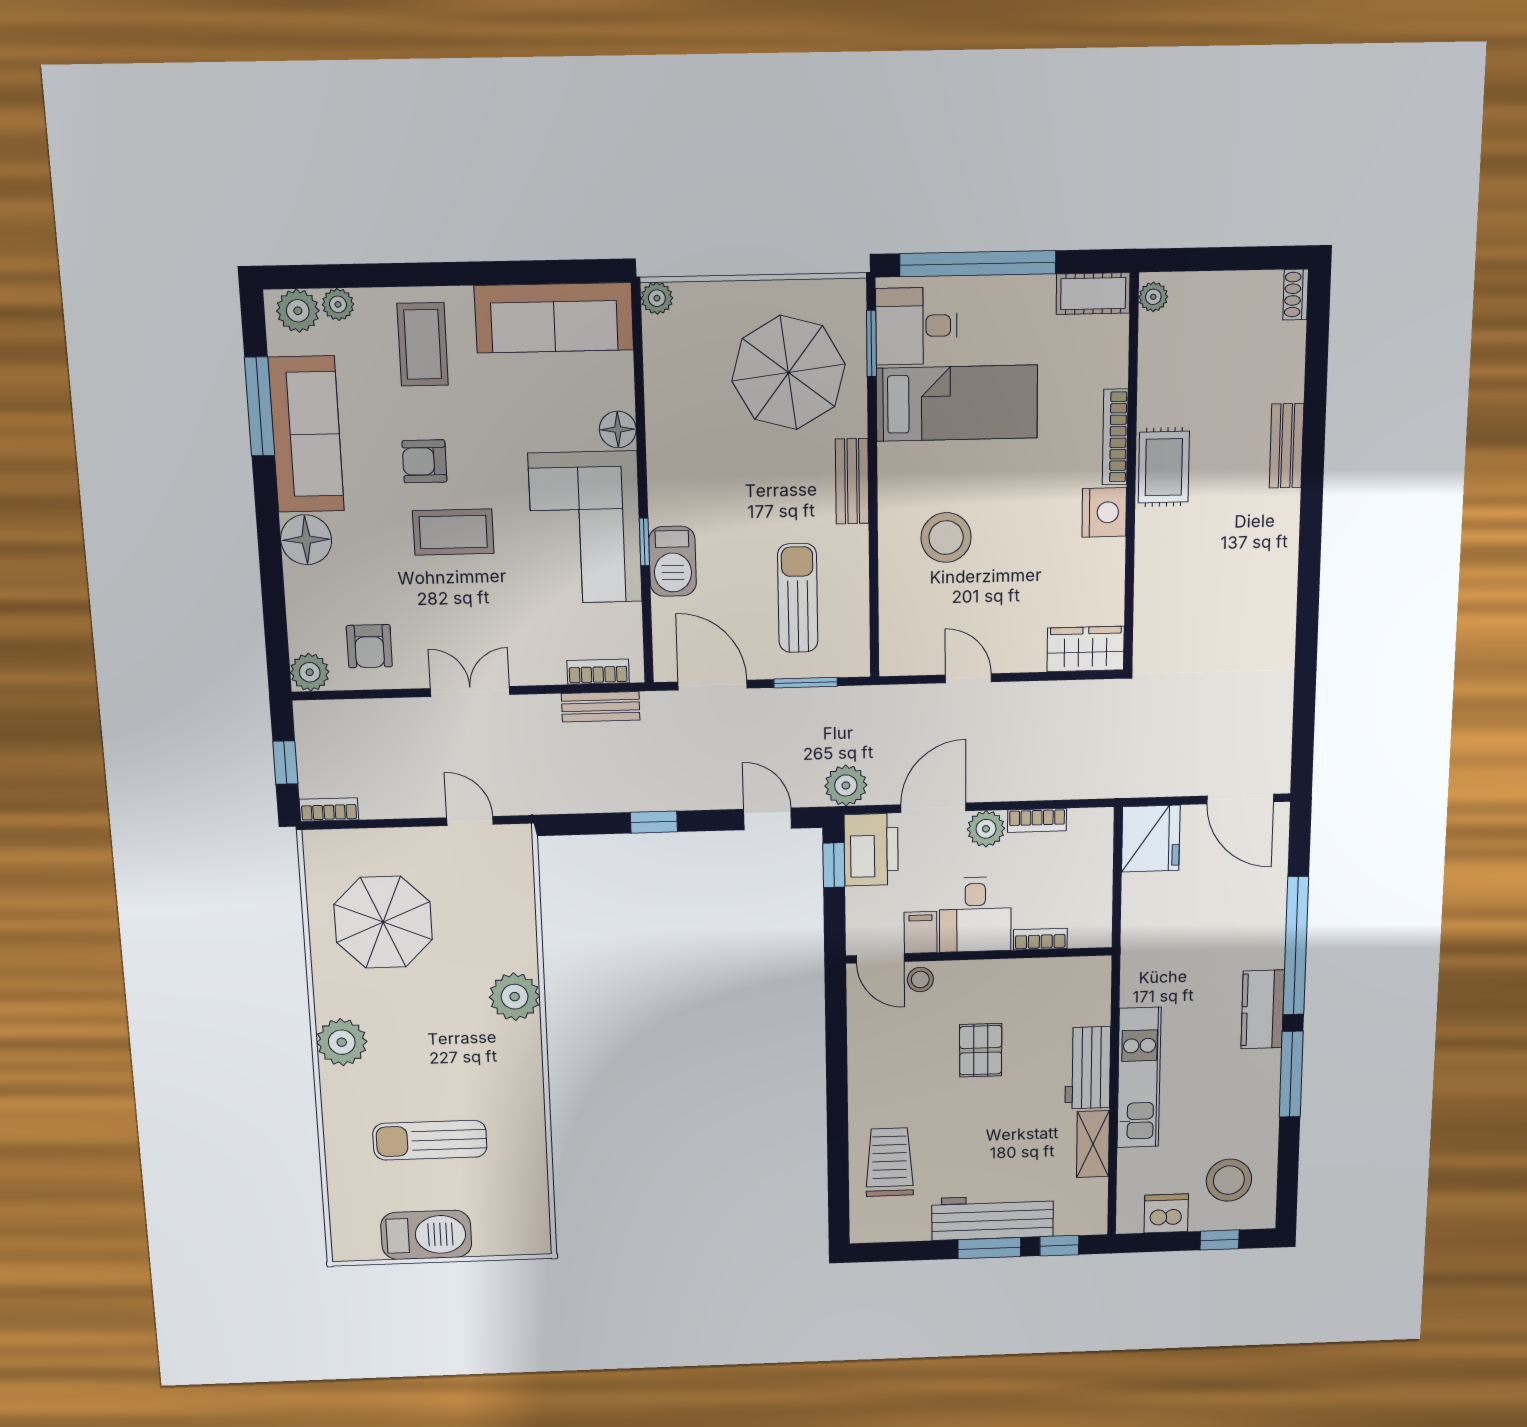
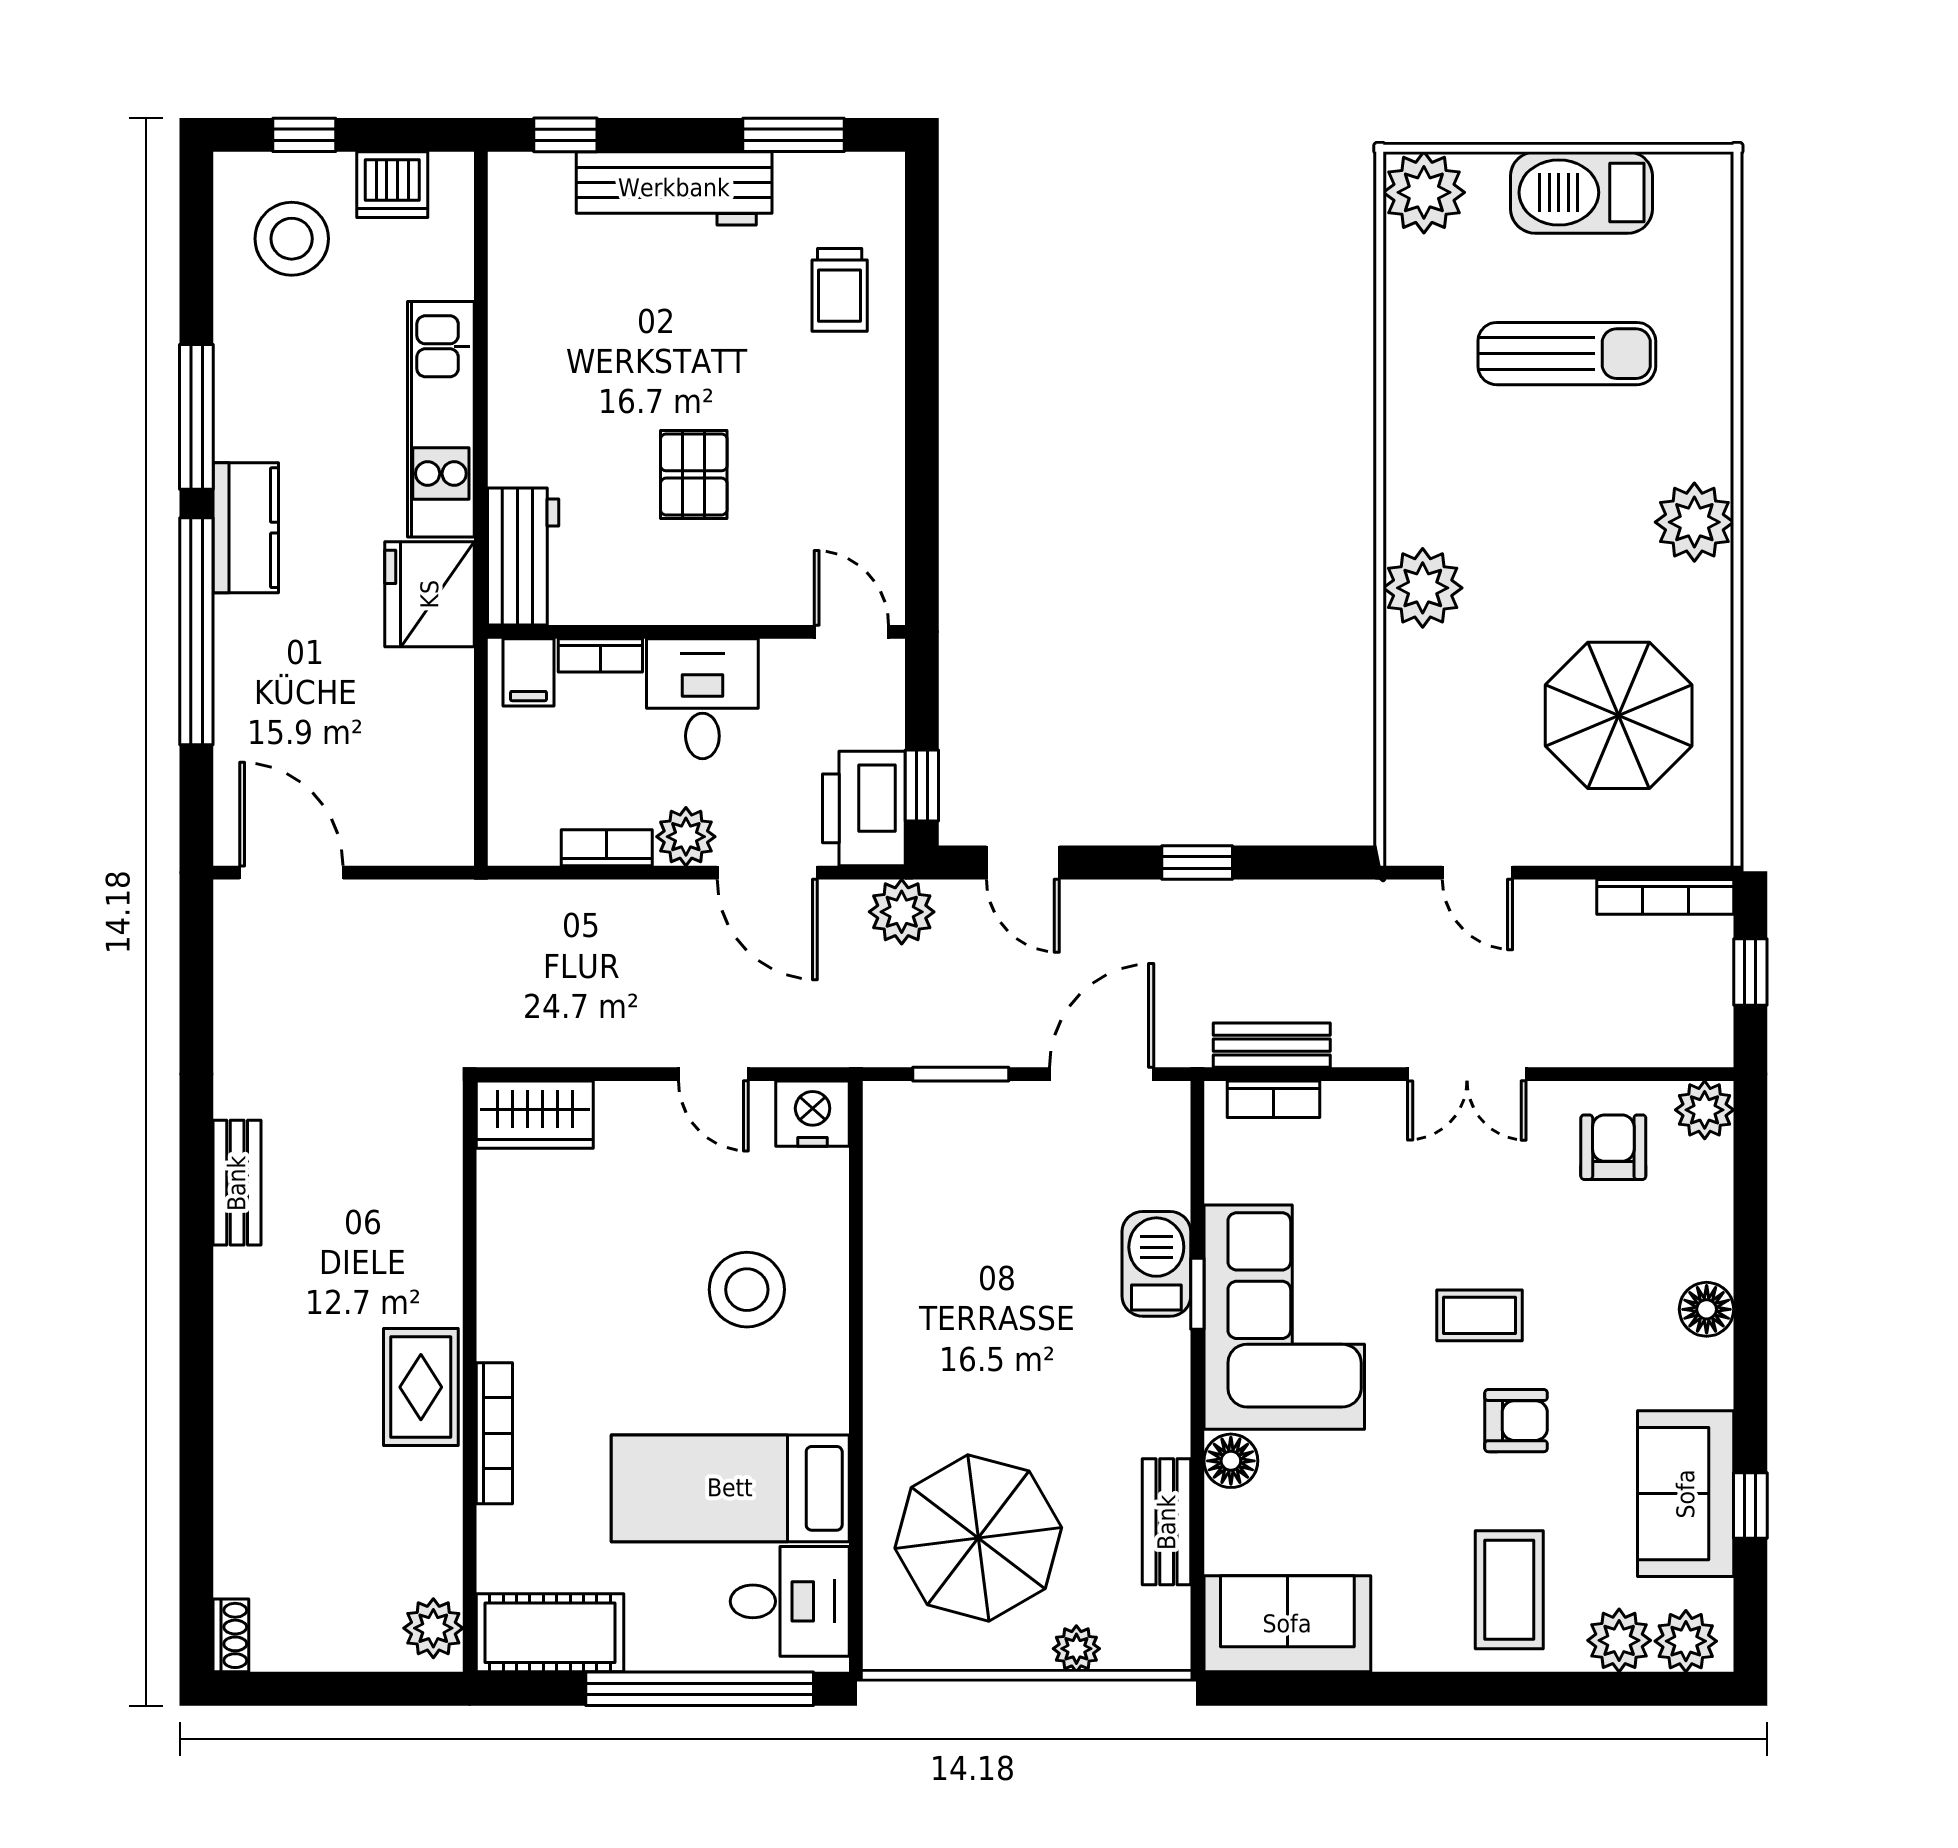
cot: (1093, 294) -> (550, 1633), width x1.37, depth x1.34
plant: (1153, 297) -> (433, 1628), width x1.38, depth x1.38
plant: (657, 298) -> (1076, 1649), moved
plant: (338, 304) -> (1619, 1640), width x1.38, depth x1.38
sofa: (554, 318) -> (1287, 1624), width x0.73
window: (871, 344) -> (856, 1577), removed
window: (260, 406) -> (1750, 1506), width x0.46
sofa: (306, 434) -> (1686, 1494), width x0.73
bench: (1286, 446) -> (237, 1183), moved
bench: (852, 481) -> (1167, 1522), moved
nightstand: (1104, 512) -> (813, 1114), moved, turned 90
coffee table: (453, 532) -> (1479, 1315), width x0.73, depth x0.77
floor lamp: (306, 540) -> (1707, 1309), width x0.73, depth x0.73
sun lounger: (798, 598) -> (970, 1204), removed
door: (713, 685) -> (1102, 1074), swing flipped
door: (933, 808) -> (767, 873), hinge flipped
bookcase: (329, 810) -> (1665, 897), width x1.56
fridge: (1151, 839) -> (430, 594), moved
filing cabinet: (921, 932) -> (528, 672), moved
stool: (920, 980) -> (789, 595), removed
workbench: (1088, 1068) -> (523, 556), moved
shelving: (1093, 1144) -> (513, 309), removed
trolley: (890, 1162) -> (840, 290), width x0.73, depth x0.72
plant: (525, 1231) -> (1424, 192), added
window: (989, 1248) -> (794, 135), moved

